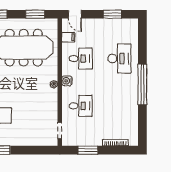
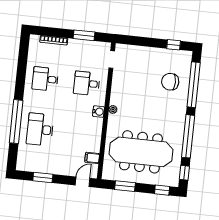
door: (75, 14) -> (83, 182), hinge flipped
desk: (81, 59) -> (45, 79), moved
window: (142, 84) -> (16, 122), moved

